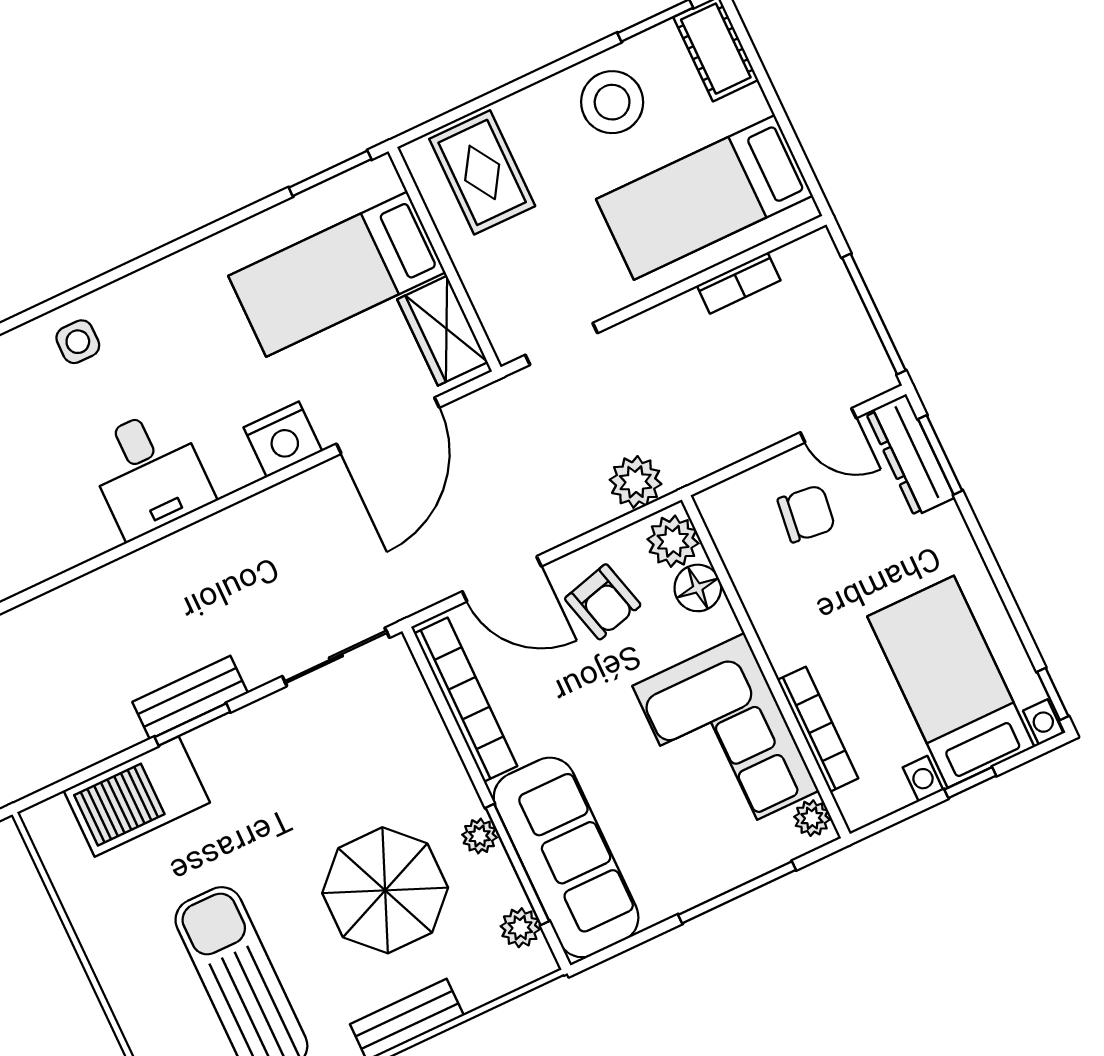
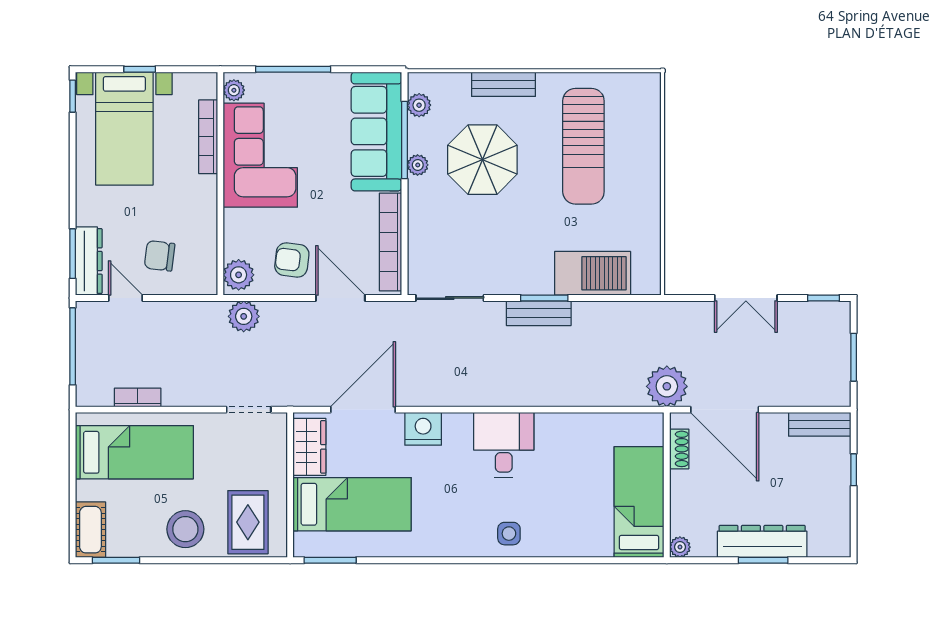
stool: (612, 102) -> (185, 529), moved
floor lamp: (698, 588) -> (237, 243), removed
armchair: (603, 602) -> (292, 260), turned -68

